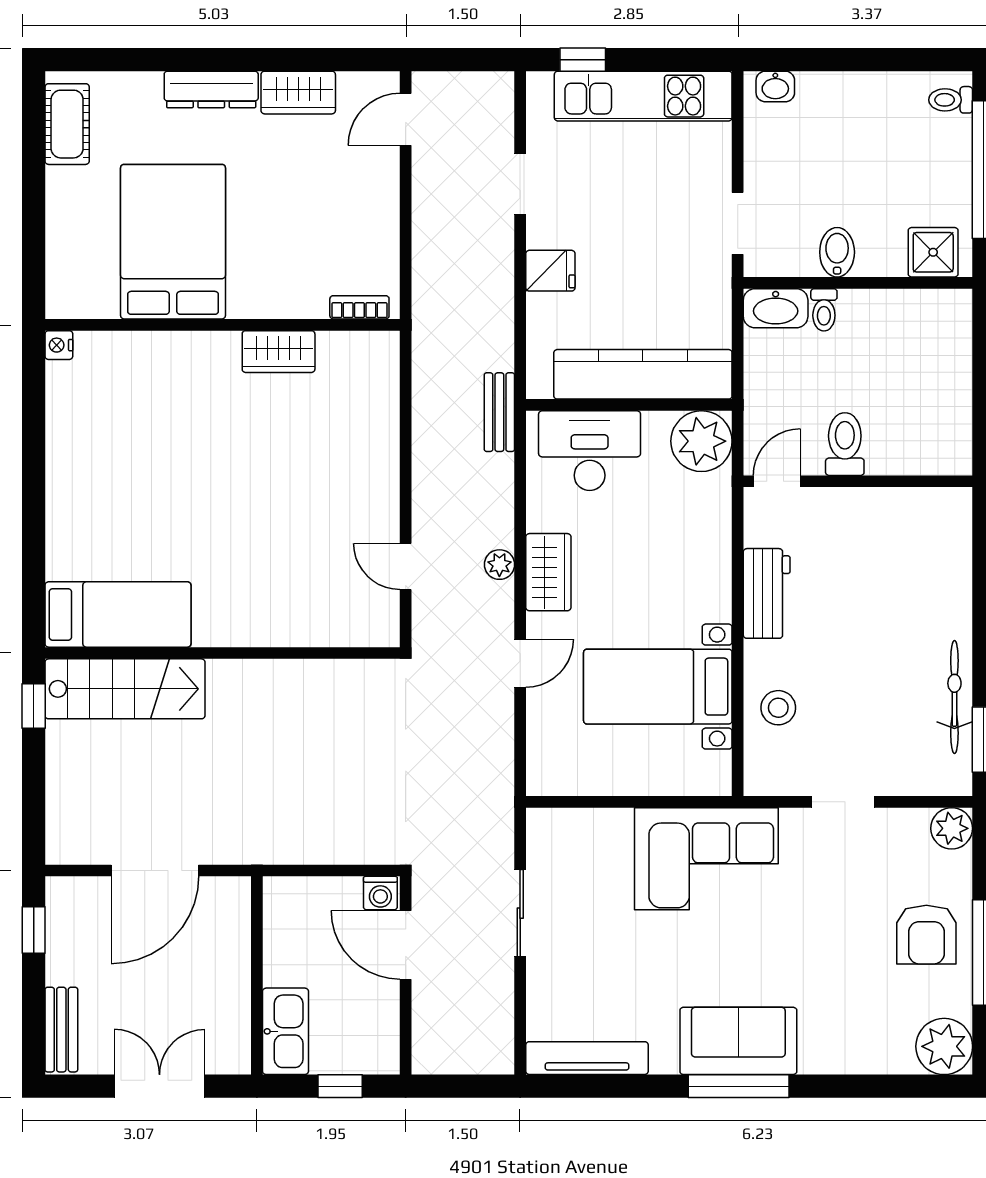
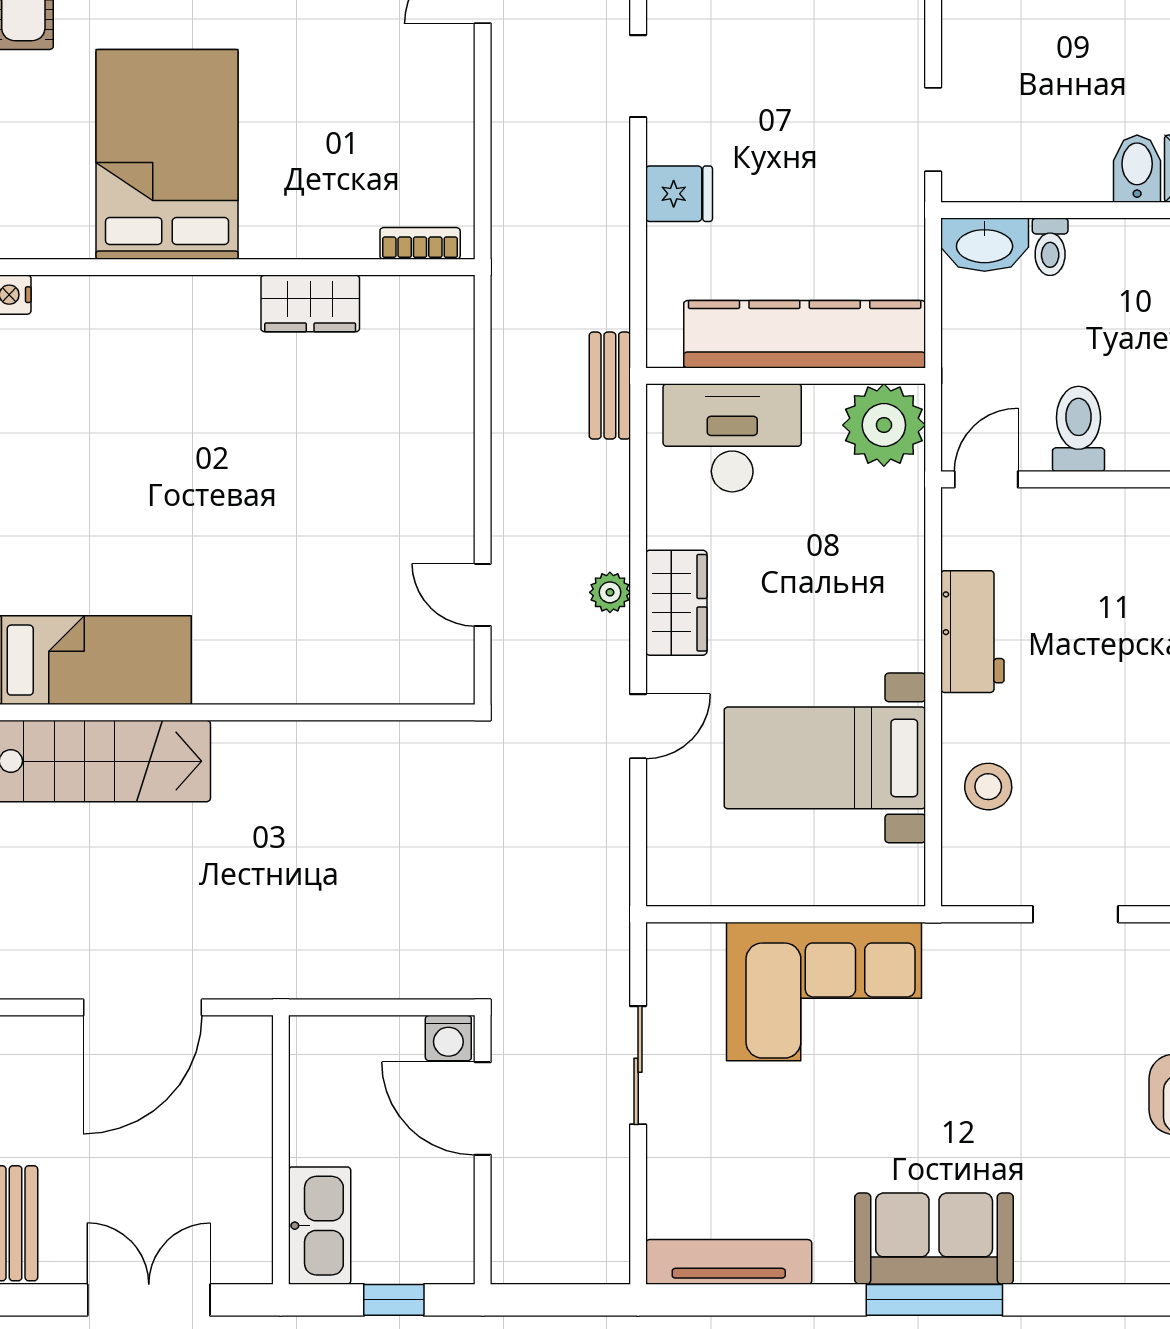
bidet: (837, 252) -> (1137, 169), moved
corner sofa: (706, 859) -> (824, 992), moved

